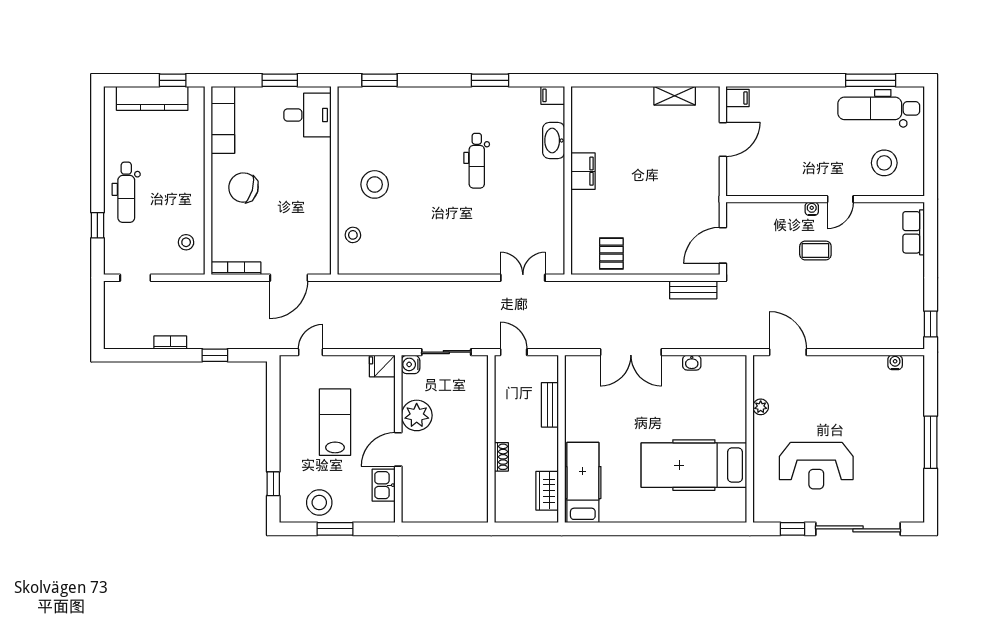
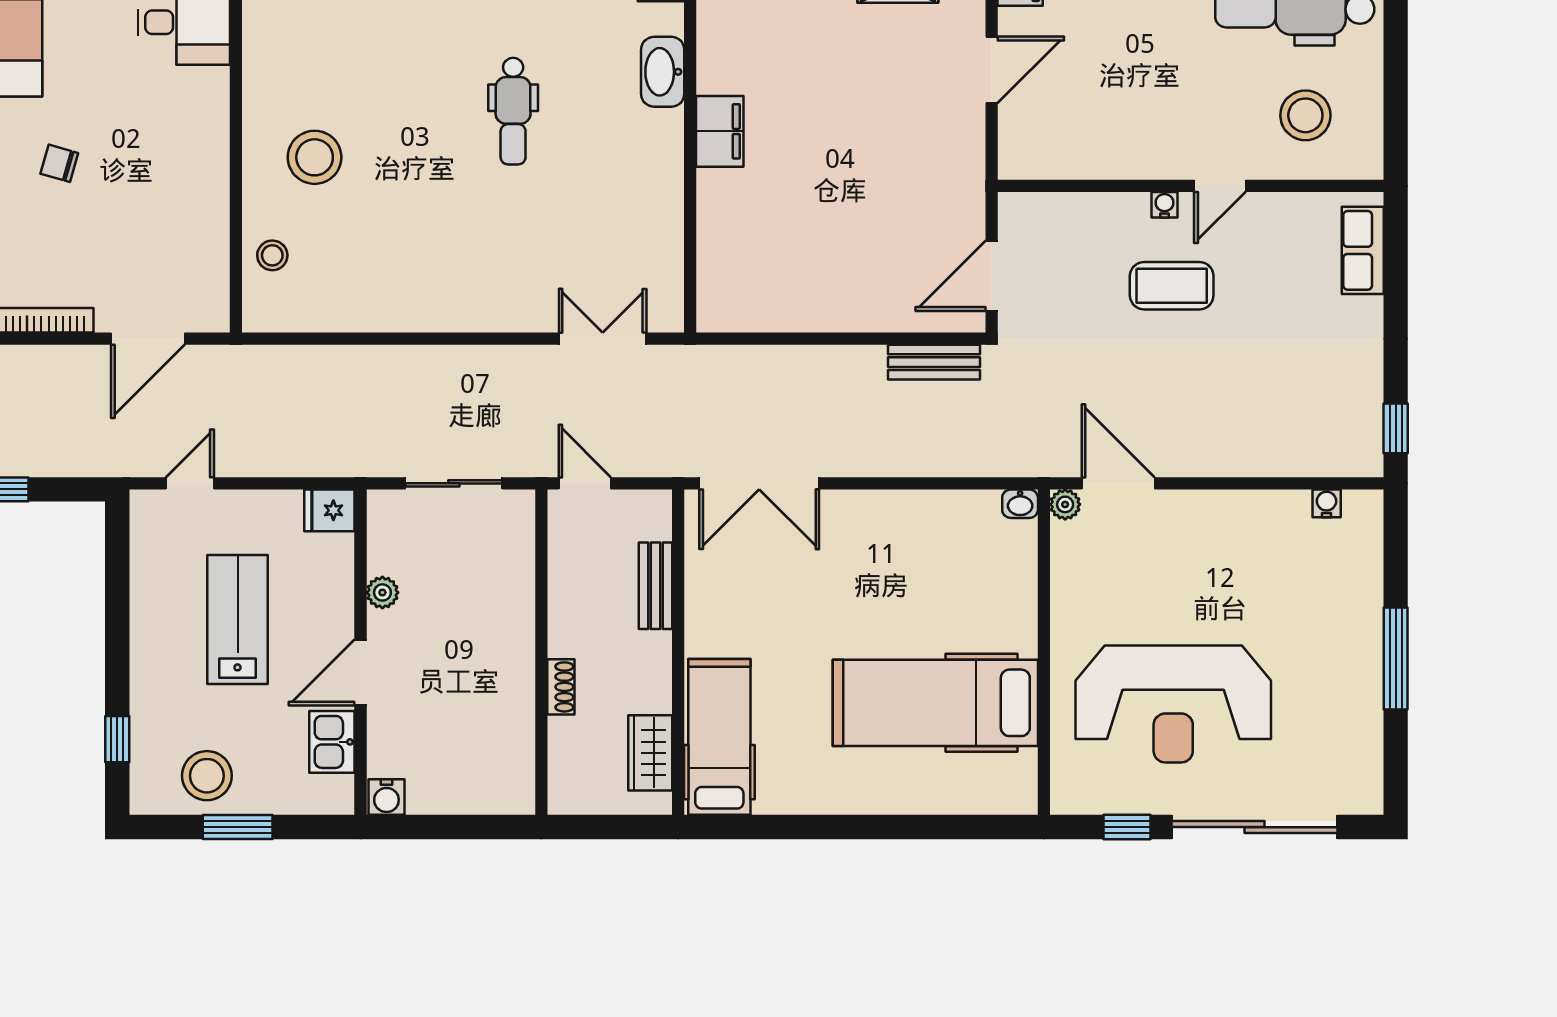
chair: (243, 188) -> (59, 163), width x0.54, depth x0.54
coffee table: (815, 250) -> (1172, 286), width x1.36, depth x1.30
pallet: (611, 254) -> (775, 292), removed
double door: (631, 352) -> (759, 483), moved
washbasin: (692, 363) -> (1020, 504), moved
water cooler: (411, 364) -> (386, 797), moved, turned -90
plant: (761, 407) -> (1065, 504), moved
plant: (417, 415) -> (382, 592), width x0.53, depth x0.53
reception desk: (816, 466) -> (1173, 704), width x1.36, depth x1.30

